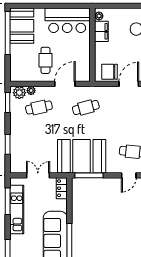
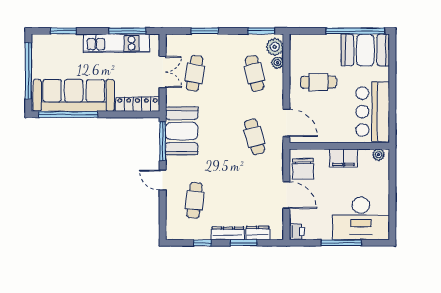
filing cabinet: (101, 31) -> (343, 158), moved
chair: (110, 72) -> (303, 169), turned 180
door: (65, 84) -> (286, 123), moved
cafe table: (39, 152) -> (195, 73), added
booth: (82, 156) -> (182, 131), width x0.73, depth x0.70
door: (129, 175) -> (163, 180), moved
locker: (62, 188) -> (138, 104), width x1.53

